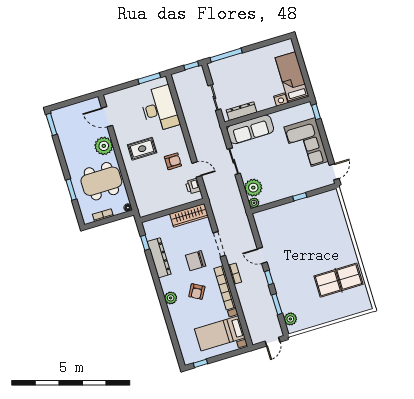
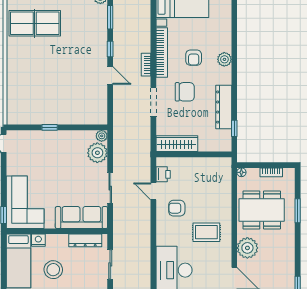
stool: (261, 79) -> (53, 270), added
corner sofa: (306, 144) -> (25, 202), moved
armchair: (197, 292) -> (194, 58), turned 151

